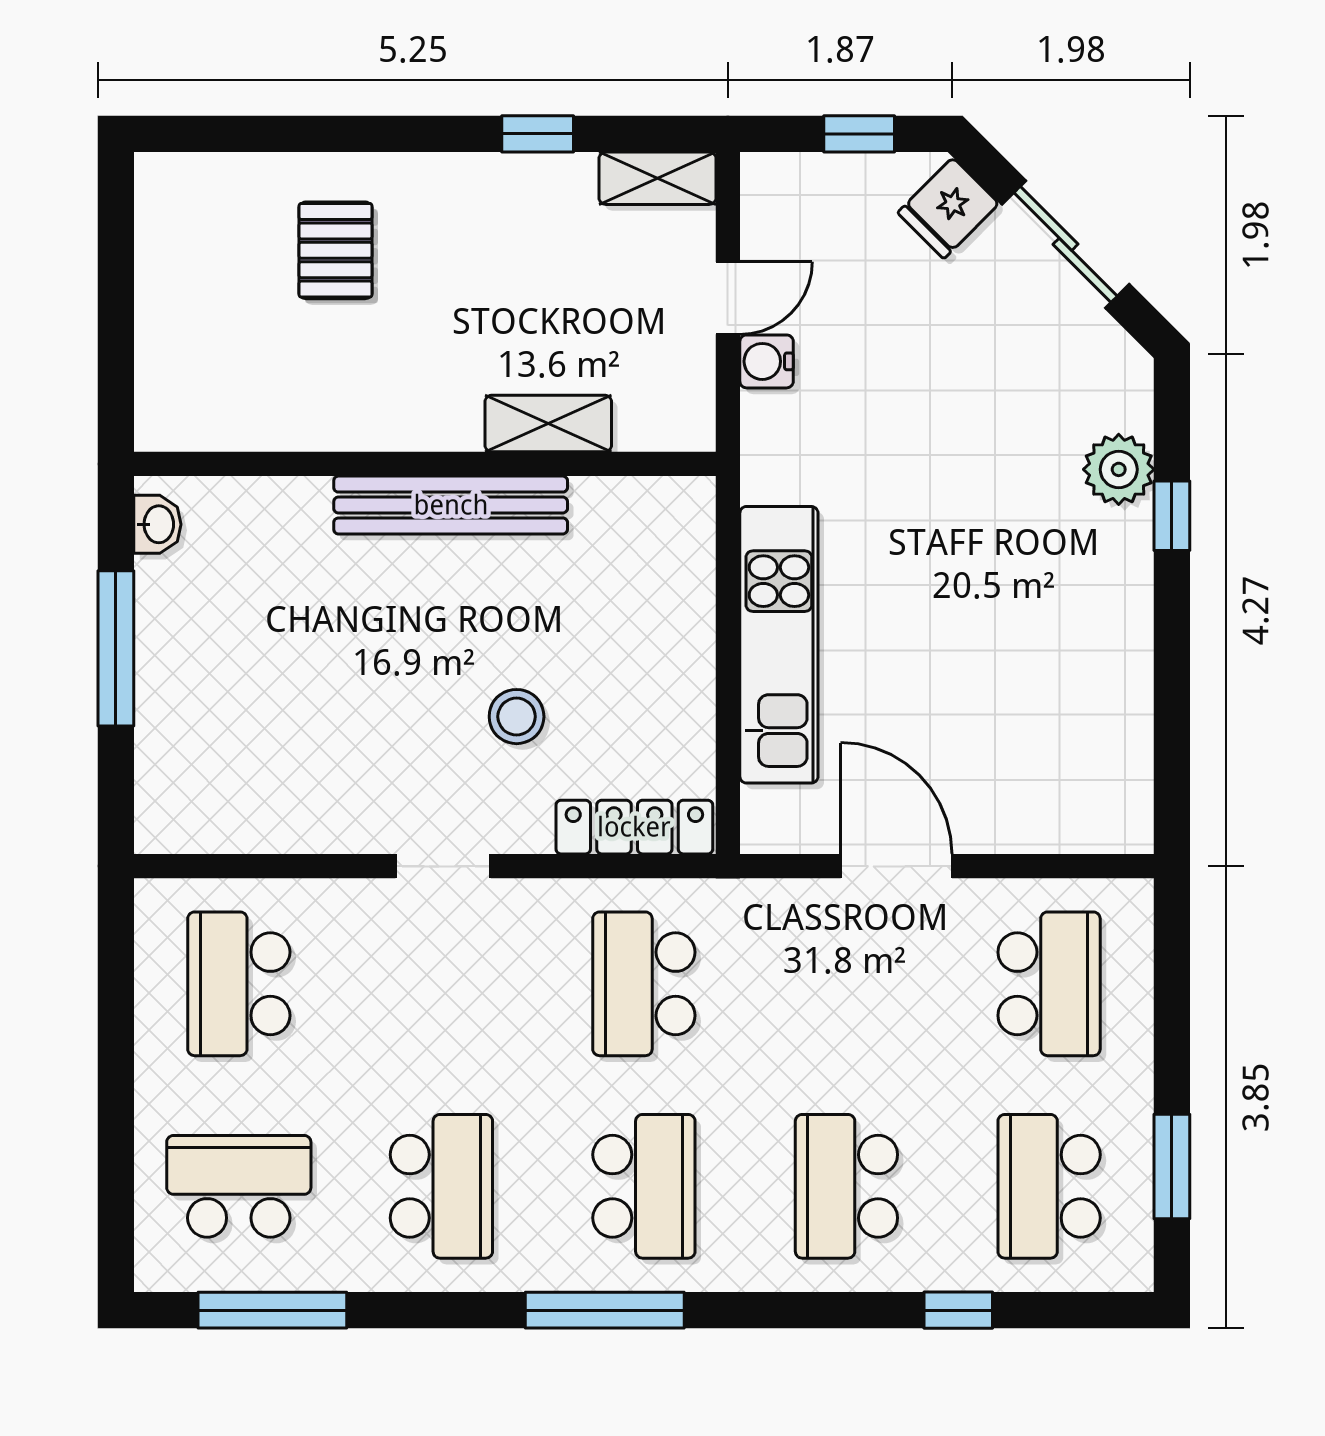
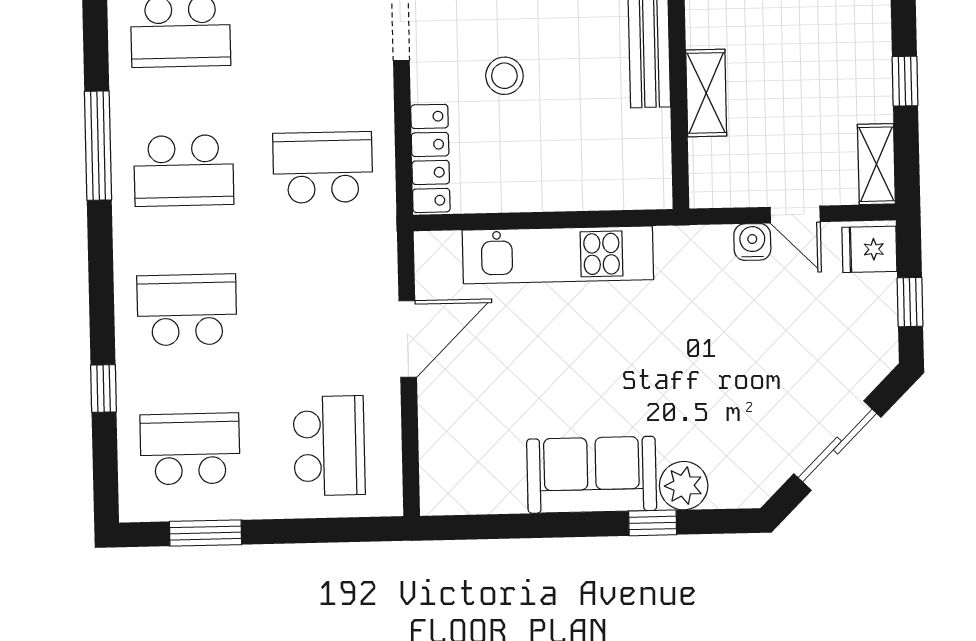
fridge: (948, 208) -> (869, 249), moved, turned -45
sofa: (1100, 603) -> (592, 475), added
school desk: (1049, 984) -> (329, 446), turned -90

